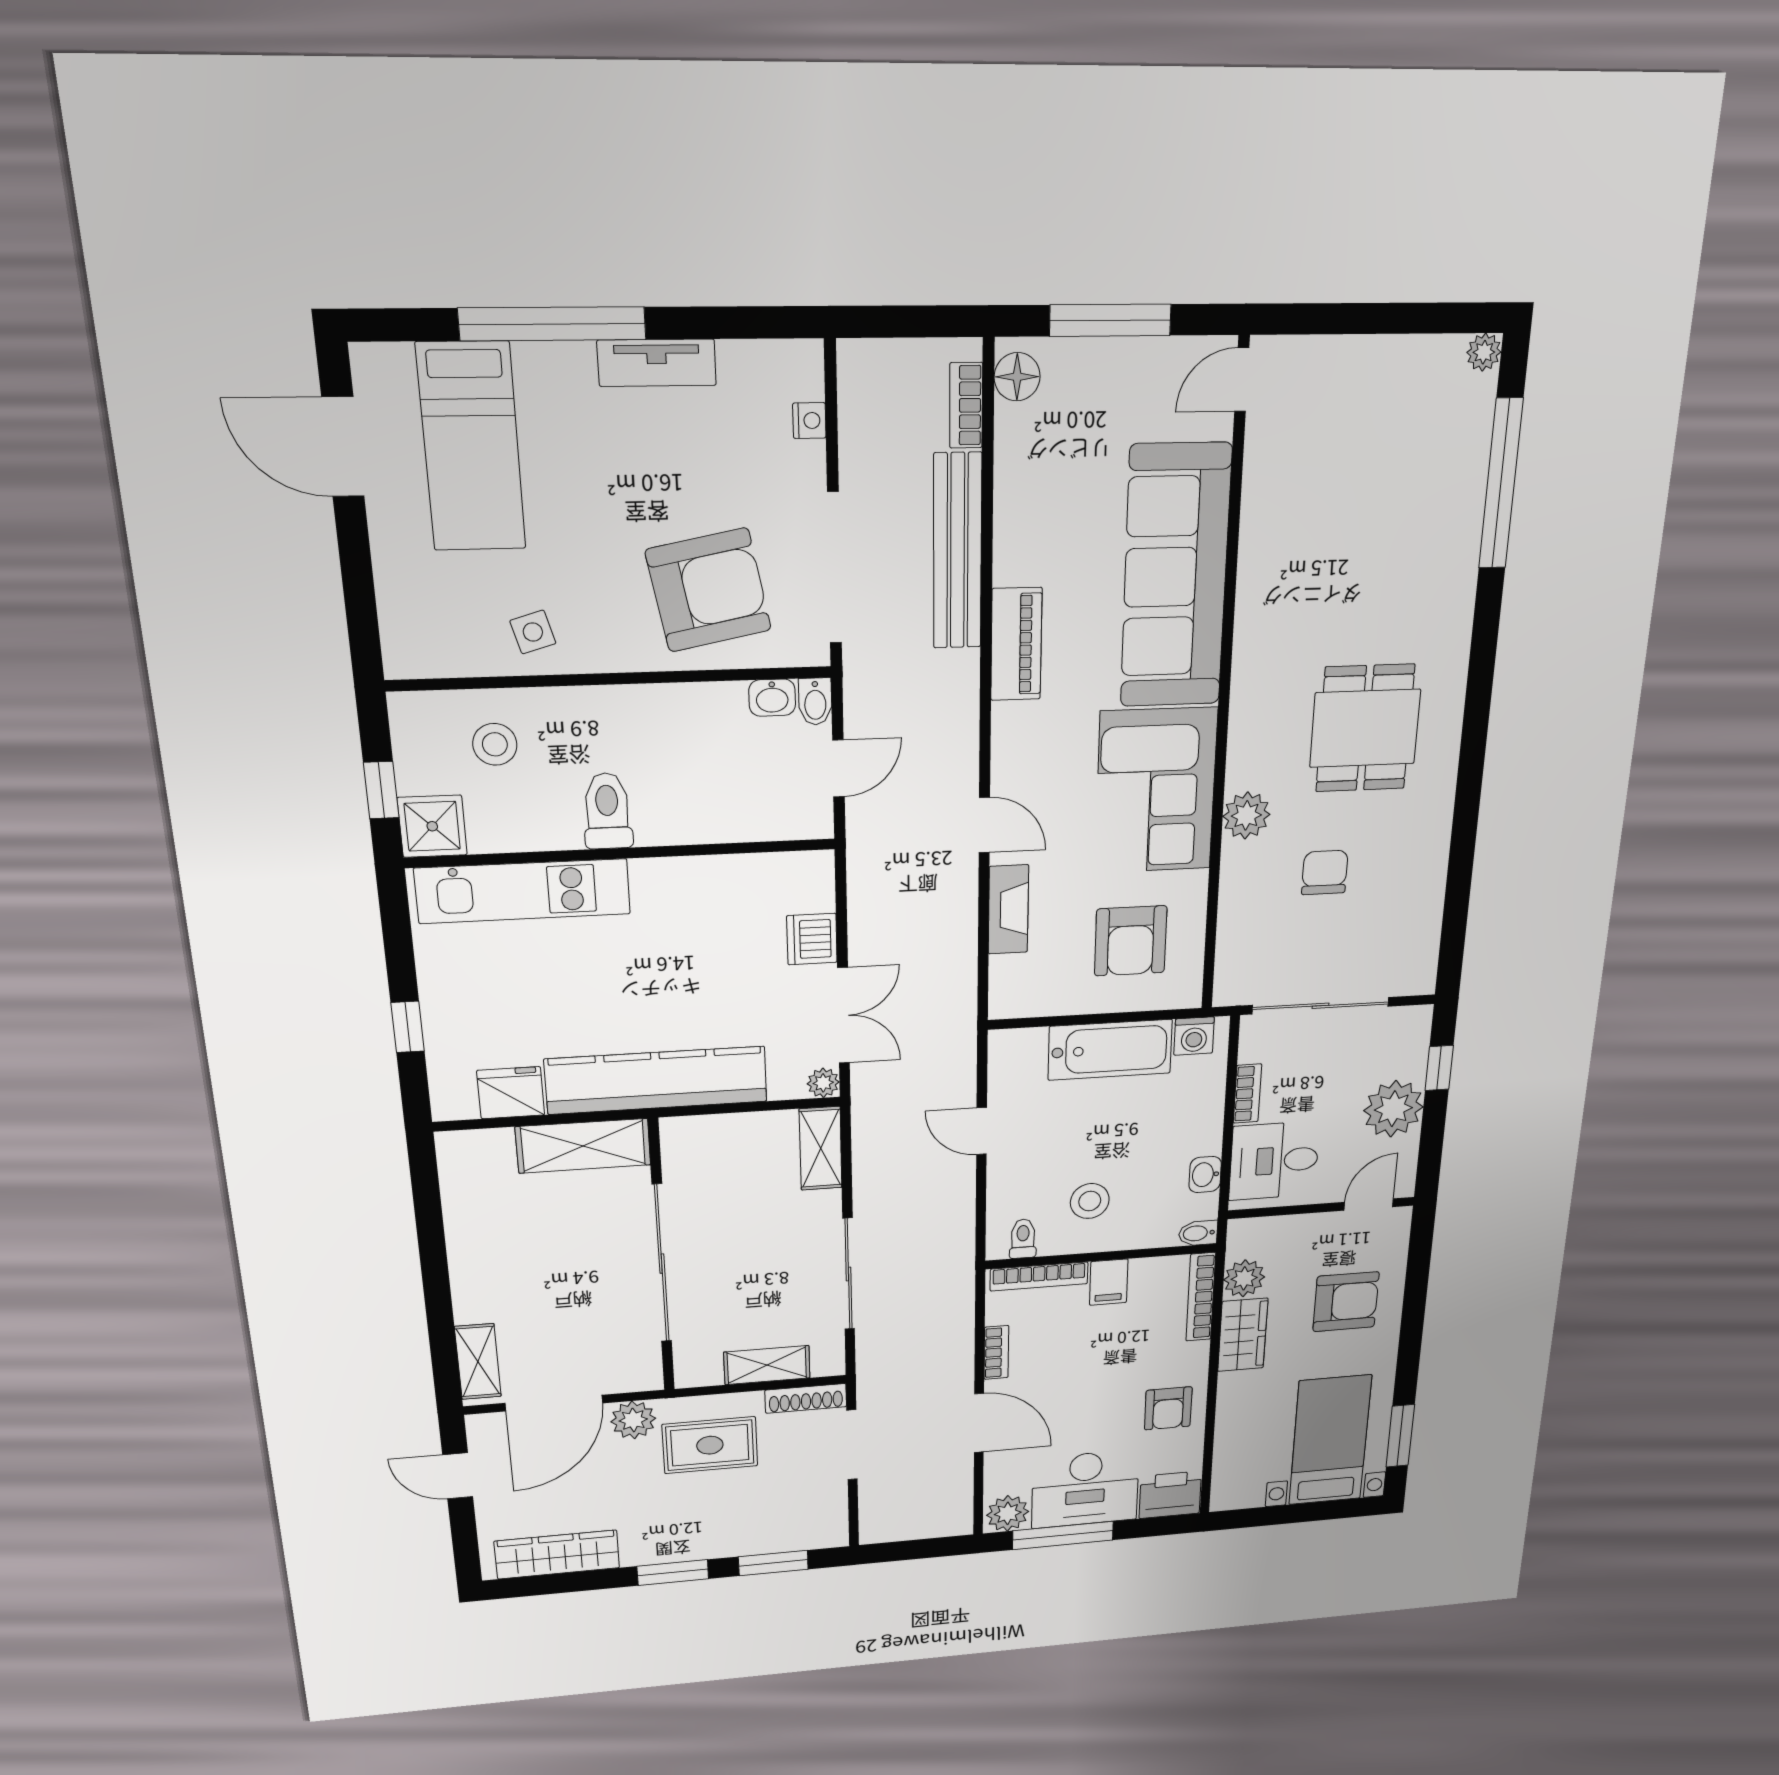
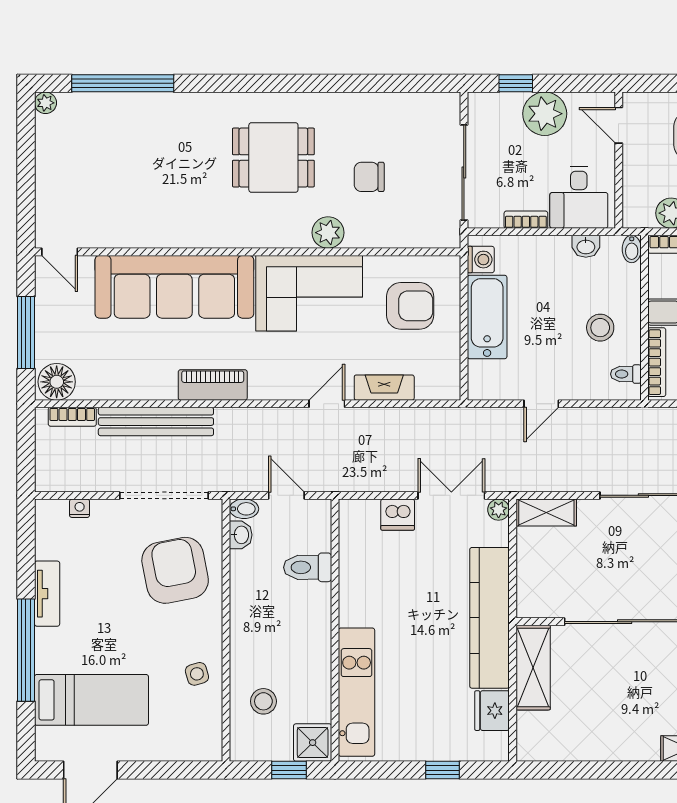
floor lamp: (1017, 377) -> (57, 382), width x1.38, depth x1.38
toilet: (607, 811) -> (308, 567), moved

